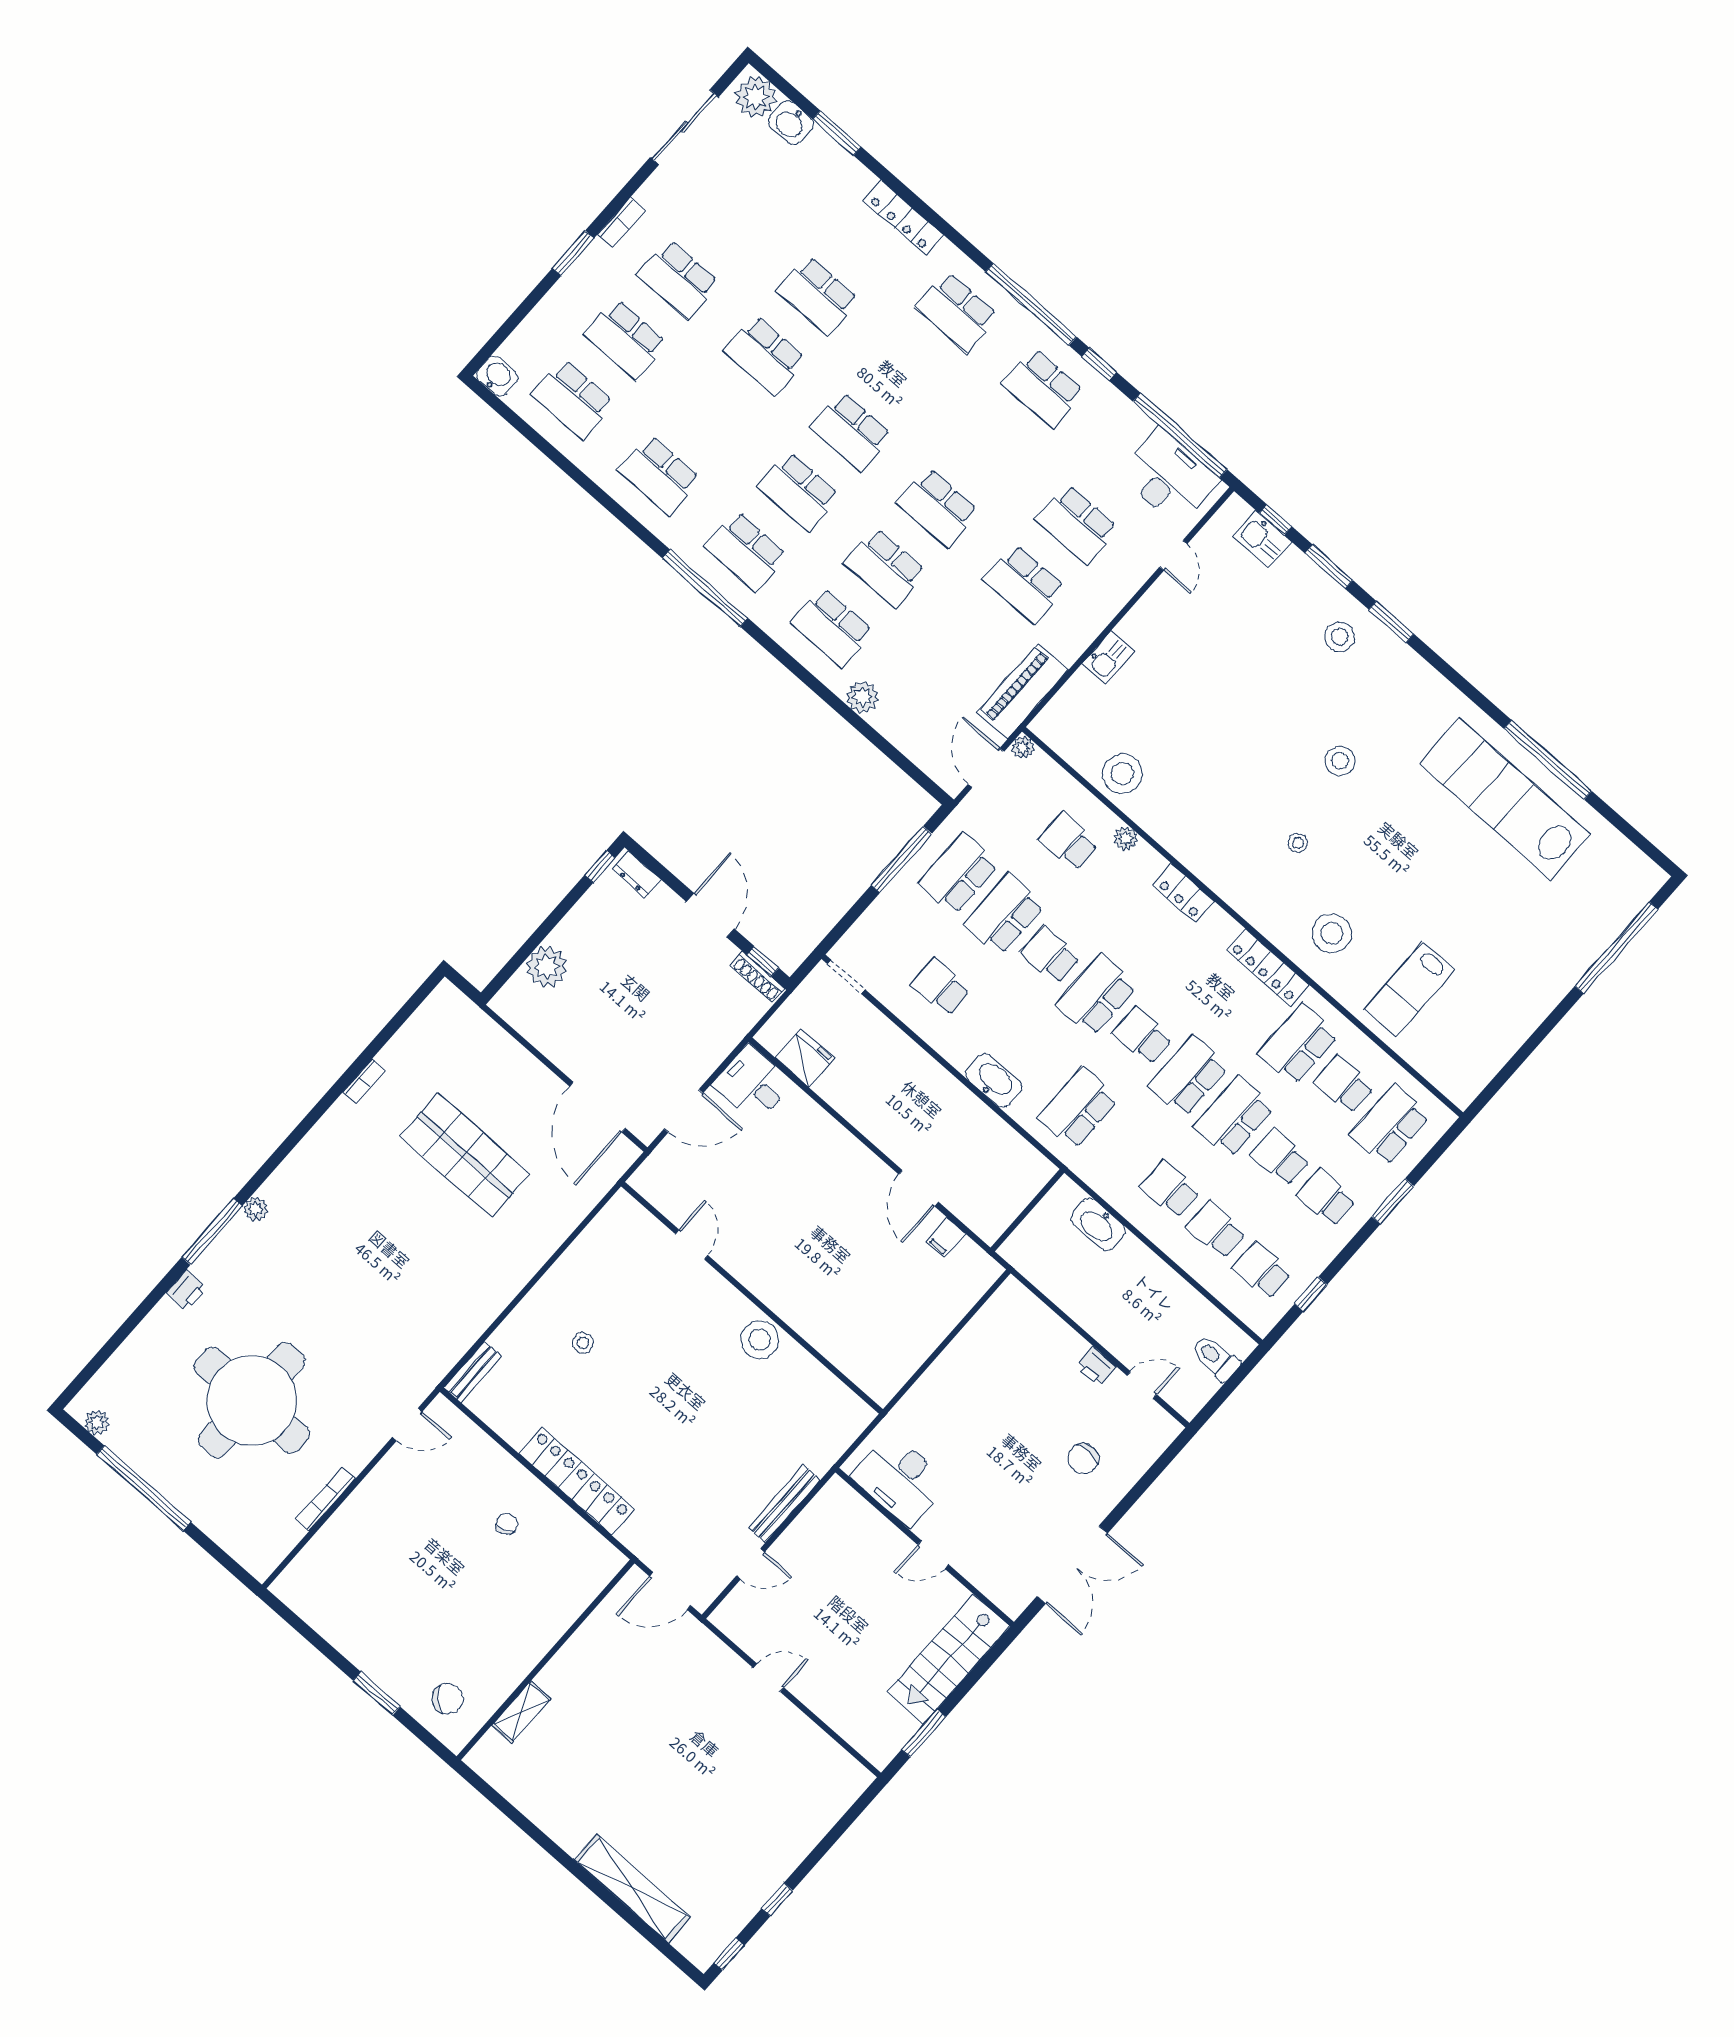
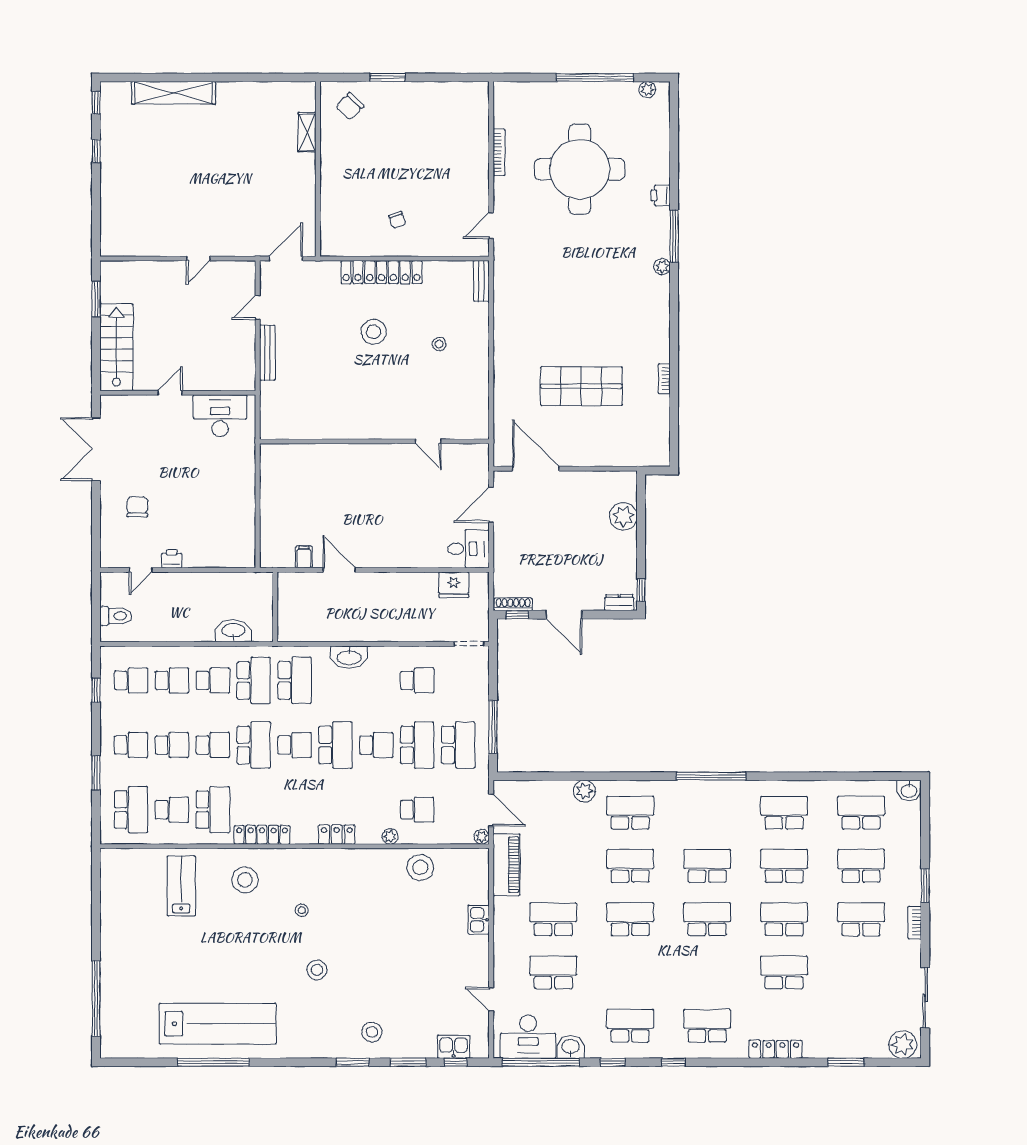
washbasin: (791, 123) -> (571, 1047), moved
window: (1031, 304) -> (673, 1062), width x0.32
school desk: (746, 551) -> (784, 866), moved
school desk: (1234, 1117) -> (213, 745), width x0.54
school desk: (1124, 1149) -> (254, 680), added
stool: (760, 1340) -> (374, 332), moved

